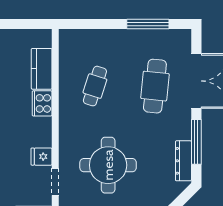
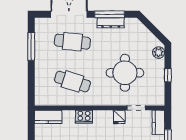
kitchen counter: (42, 69) -> (48, 117), moved
cafe table: (95, 86) -> (72, 82), width x1.37, depth x1.35
dresser: (183, 161) -> (111, 23), moved

